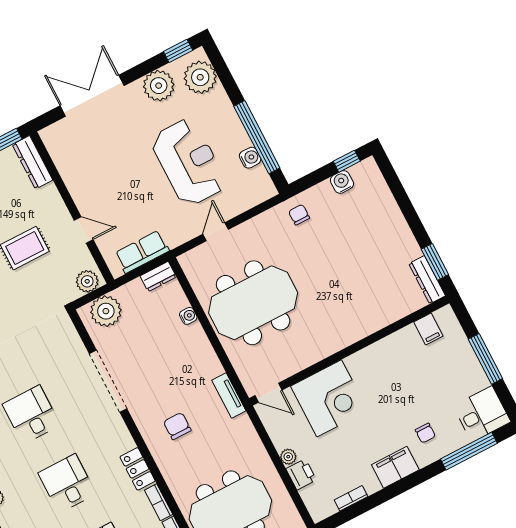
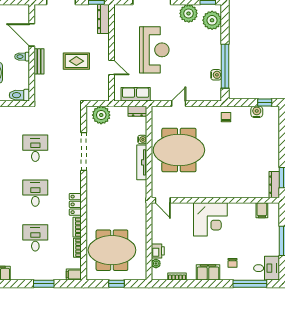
reception desk: (189, 162) -> (154, 50), moved
plant: (87, 281) -> (100, 95), removed
tv unit: (229, 395) -> (142, 162), moved, width x1.41
corner desk: (329, 398) -> (210, 219), moved
chair: (177, 426) -> (107, 193), removed
plant: (288, 457) -> (156, 263), moved

